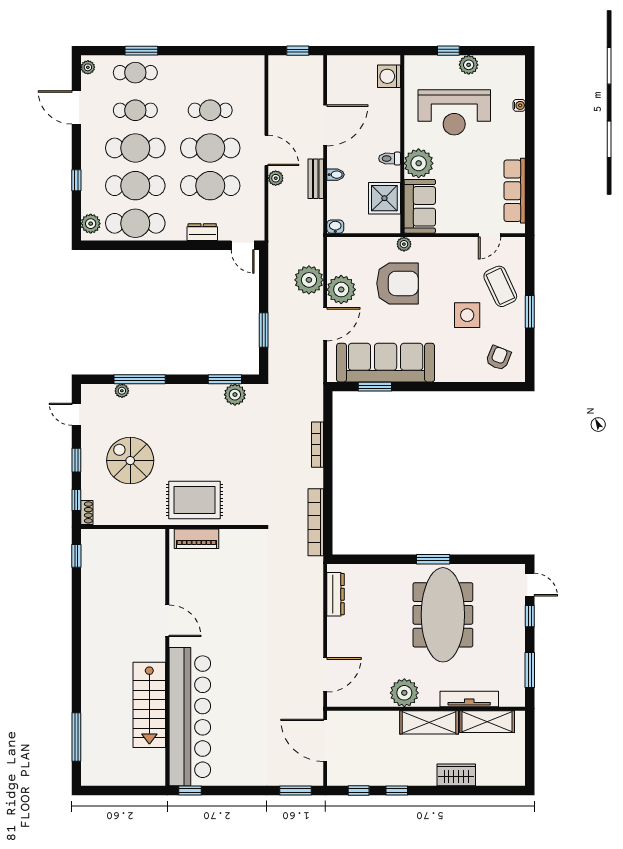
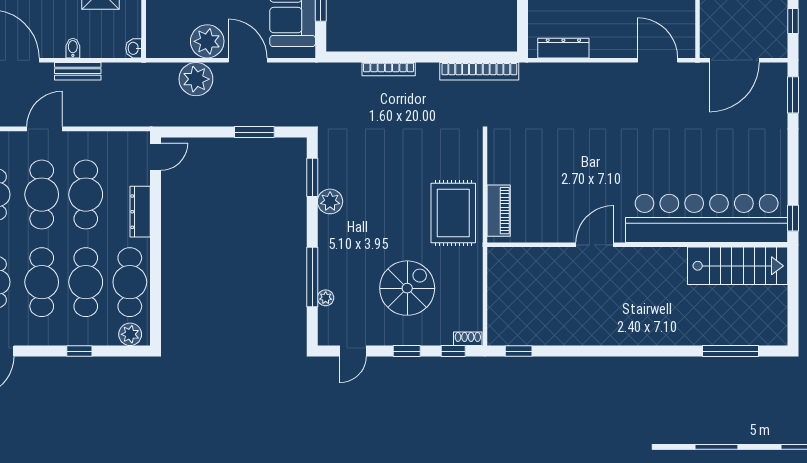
plant: (276, 178) -> (77, 118), removed
dresser: (202, 232) -> (140, 212), width x1.44
plant: (235, 395) -> (330, 201), moved
spiral stairs: (130, 461) -> (407, 288), turned 180
stairs: (149, 705) -> (738, 266), moved

